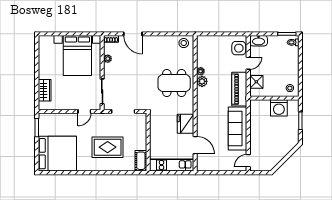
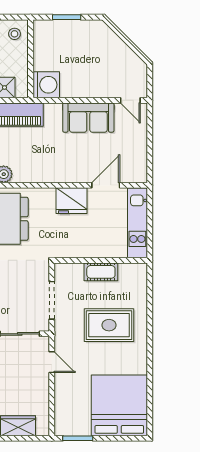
washing machine: (279, 108) -> (46, 85), moved
sofa: (237, 129) -> (88, 118), width x0.73
rug: (108, 147) -> (109, 325), turned 90
cot: (141, 161) -> (101, 272), moved

